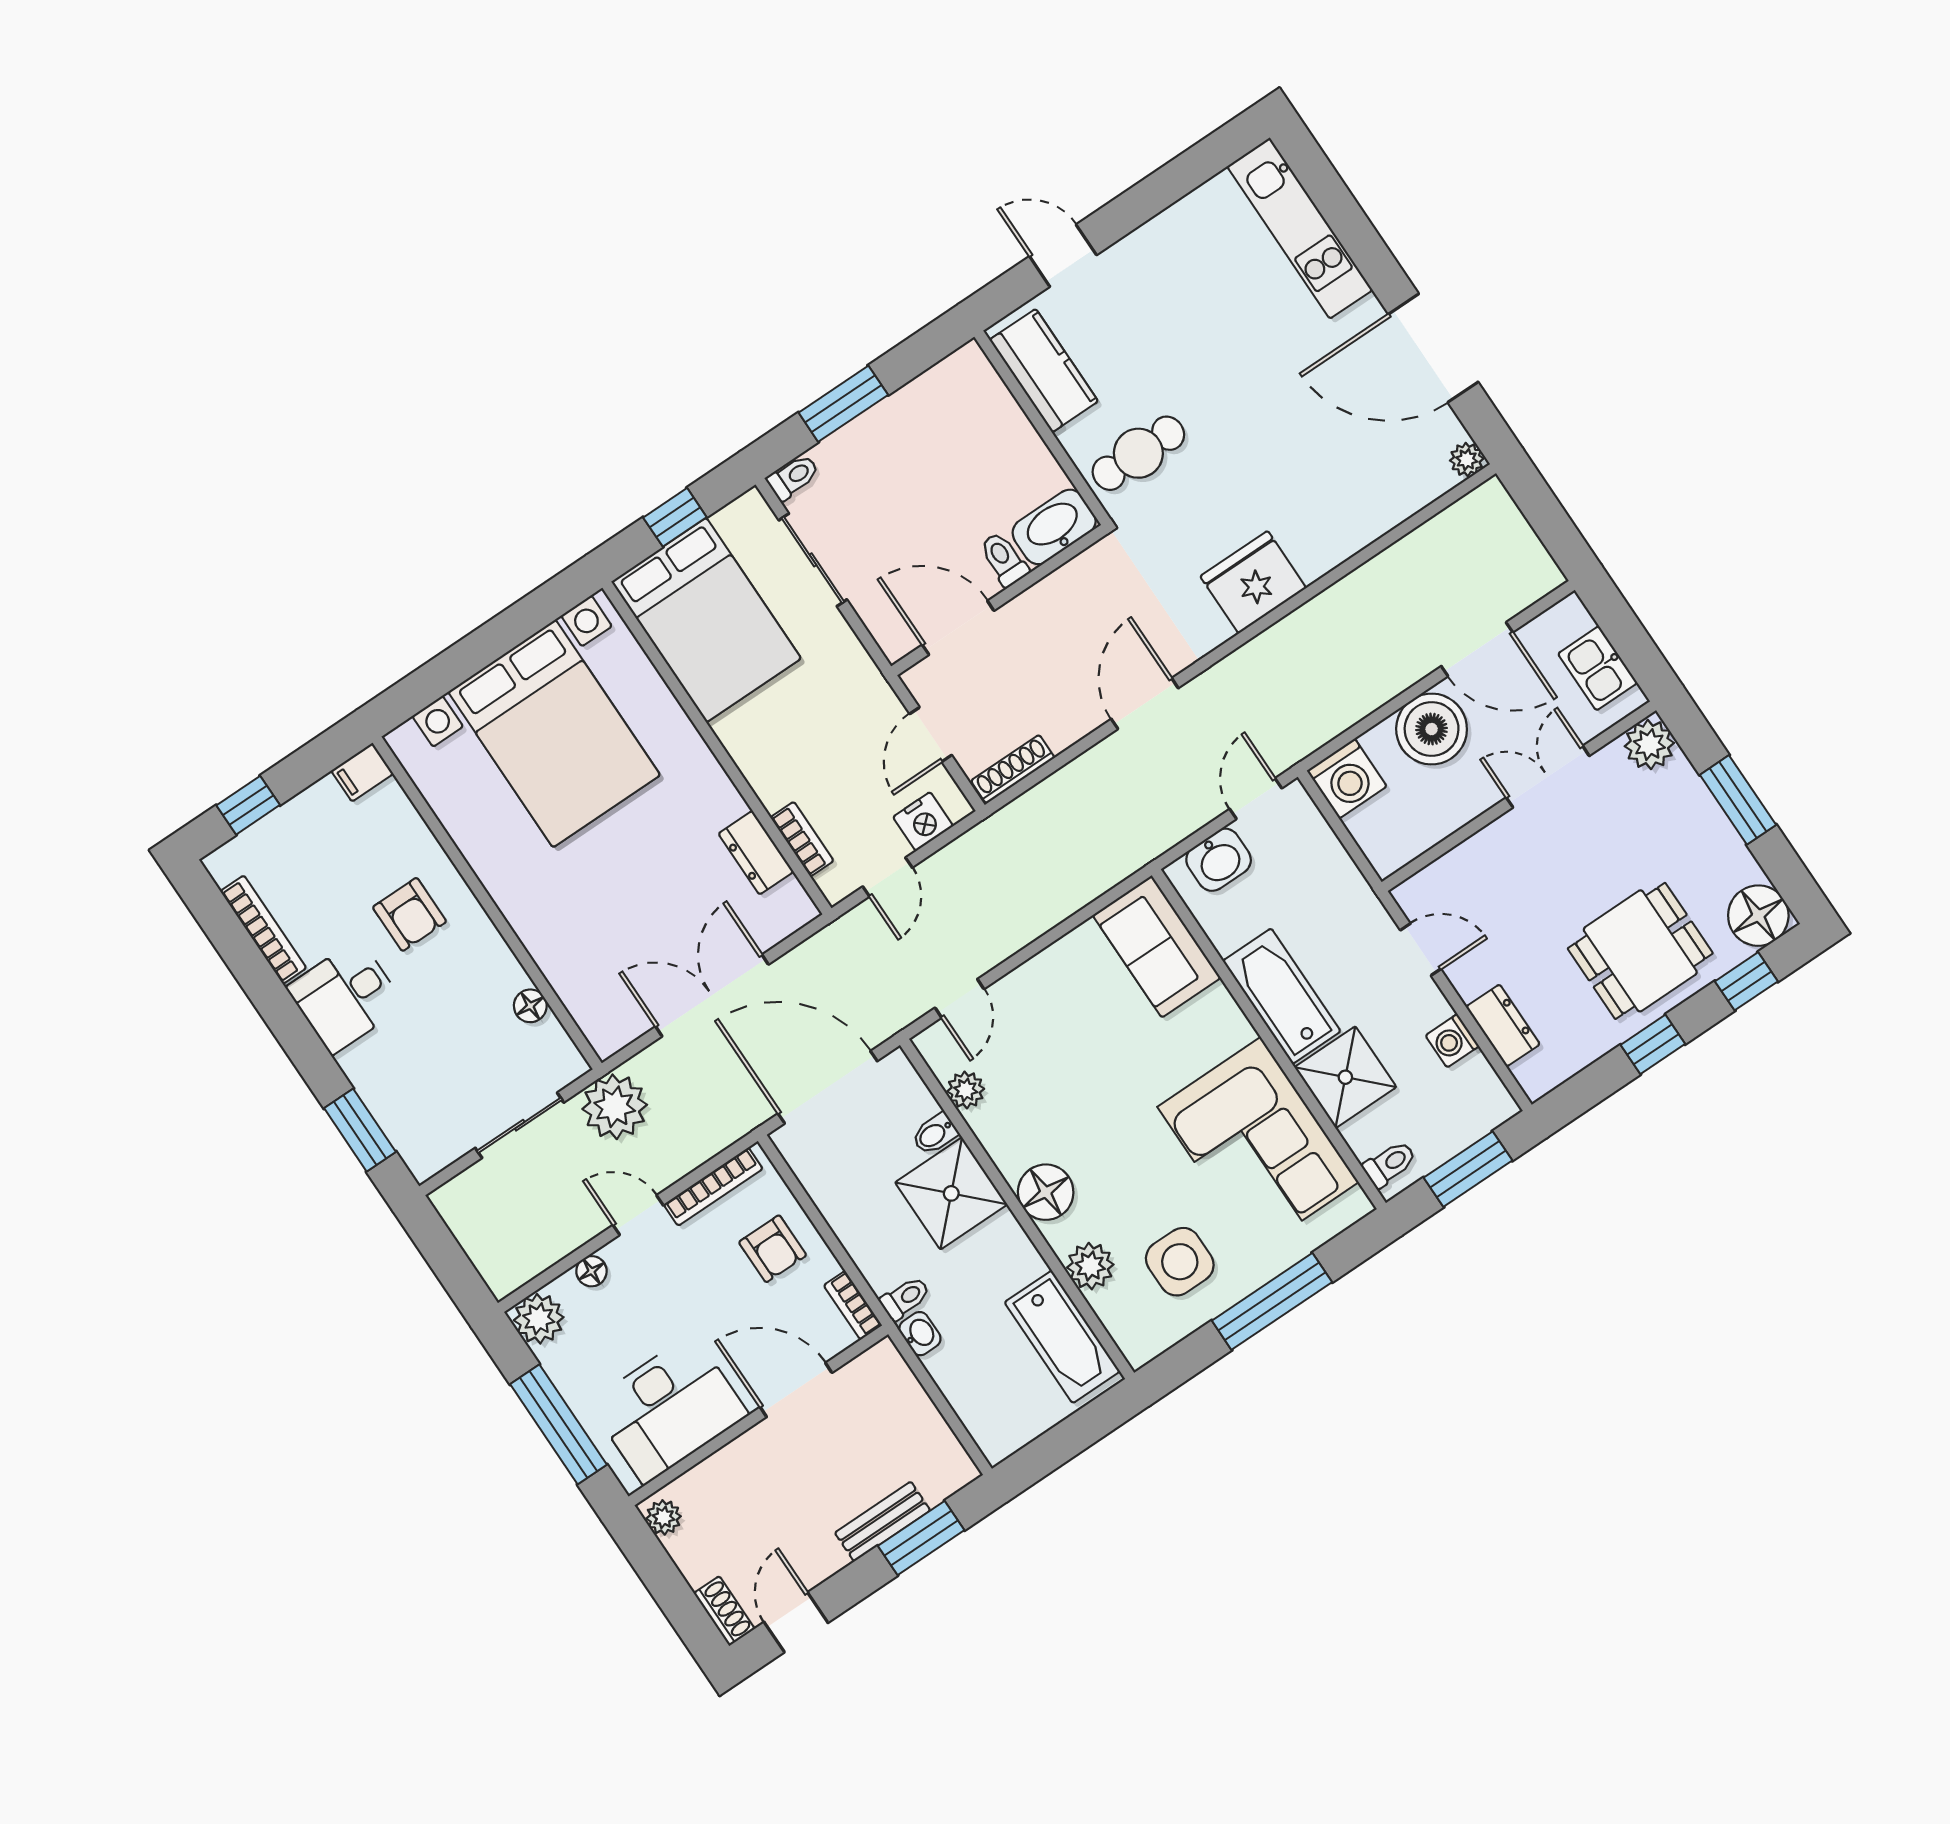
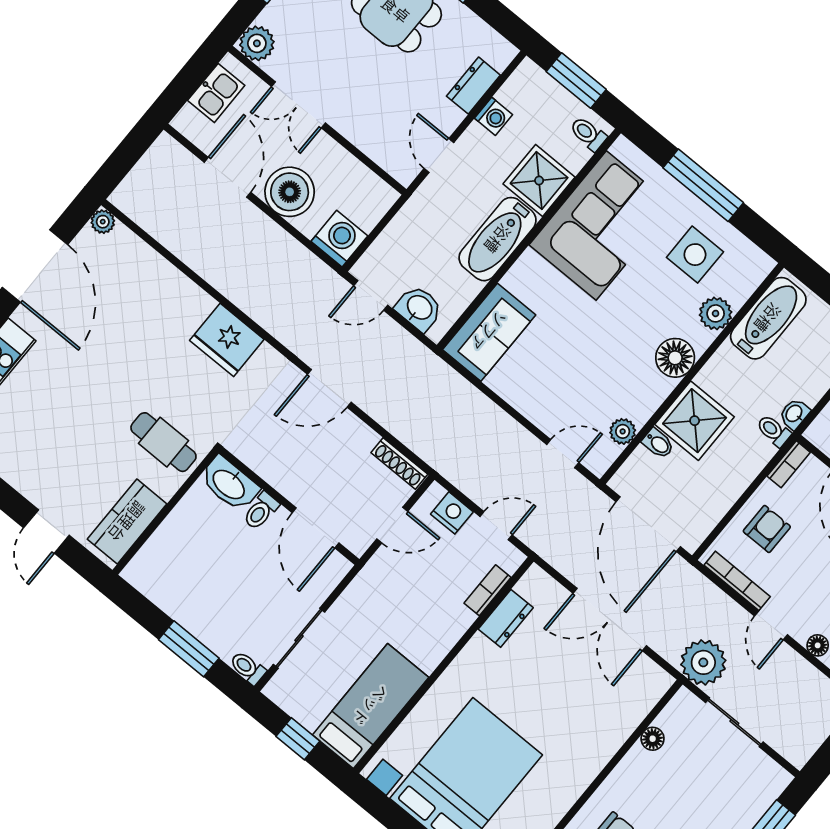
bed: (706, 620) -> (371, 706), width x0.67

